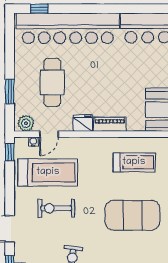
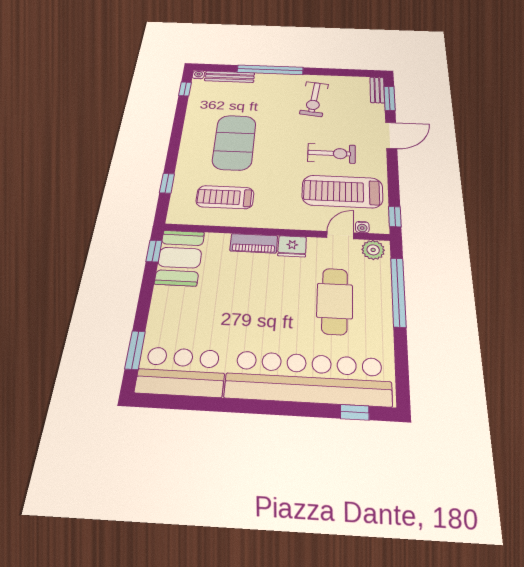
window: (10, 91) -> (398, 292), width x2.11
exercise mat: (132, 215) -> (234, 142), turned 90

